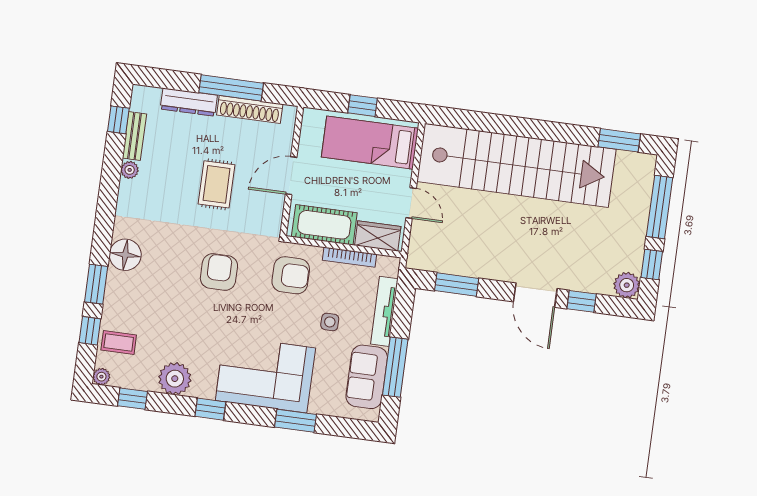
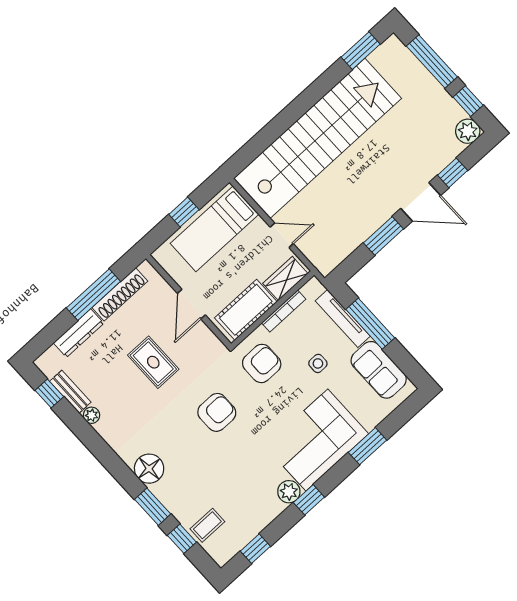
armchair: (219, 272) -> (217, 412), turned 90
window: (457, 284) -> (383, 236), moved
window: (395, 367) -> (370, 324), moved
plant: (101, 377) -> (221, 558), removed
plant: (175, 379) -> (289, 492), moved, width x0.73, depth x0.73

